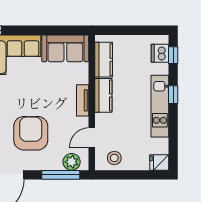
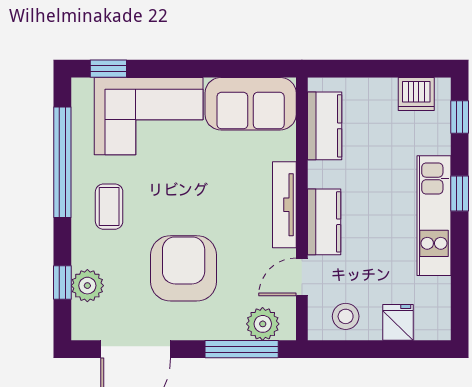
dishwasher: (160, 53) -> (416, 94), moved, turned -90
kitchen counter: (103, 95) -> (324, 222), moved
tv unit: (83, 100) -> (284, 205), width x1.41
fridge: (159, 163) -> (398, 322), moved, turned 90

